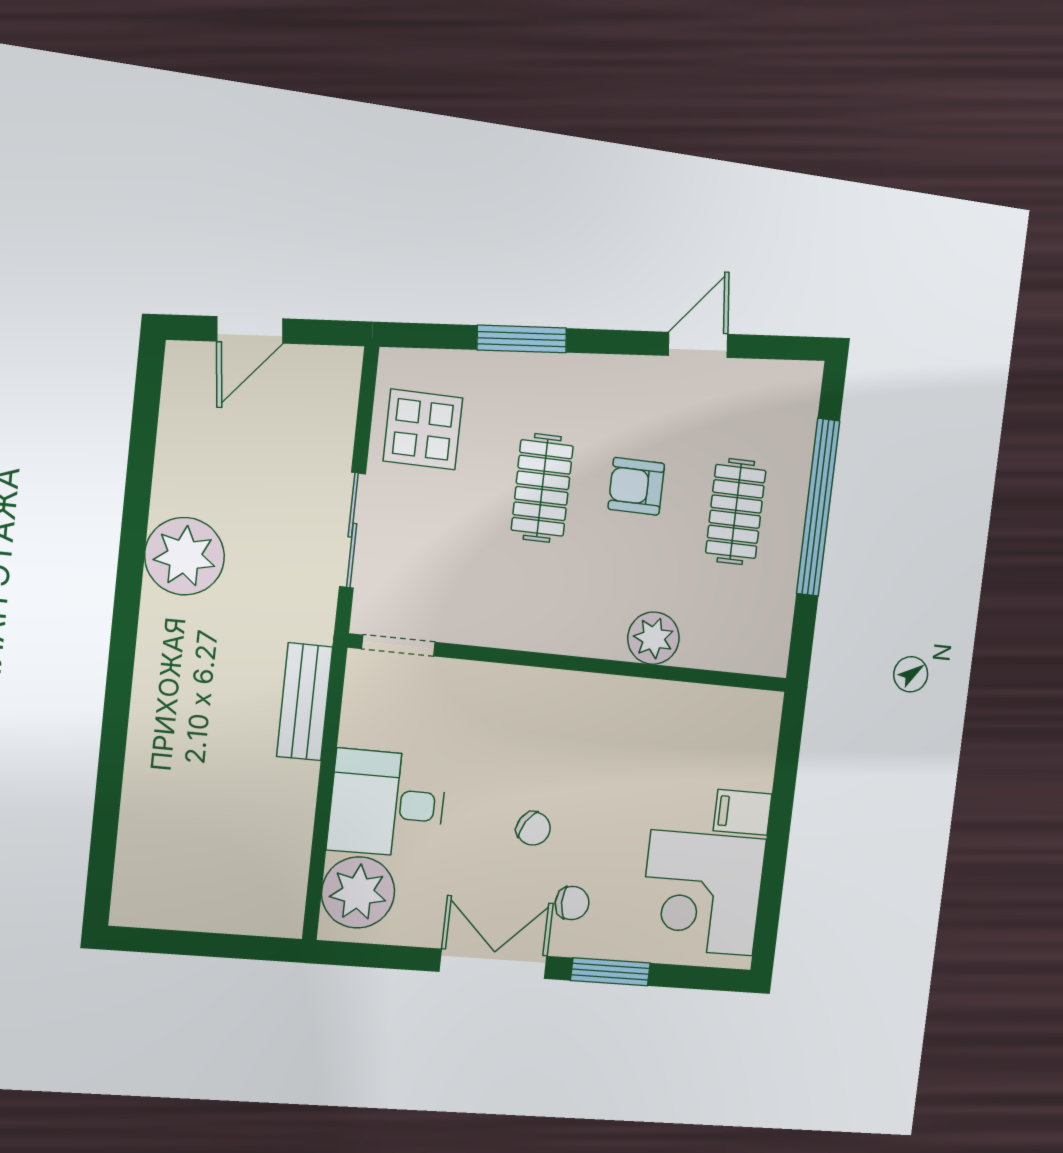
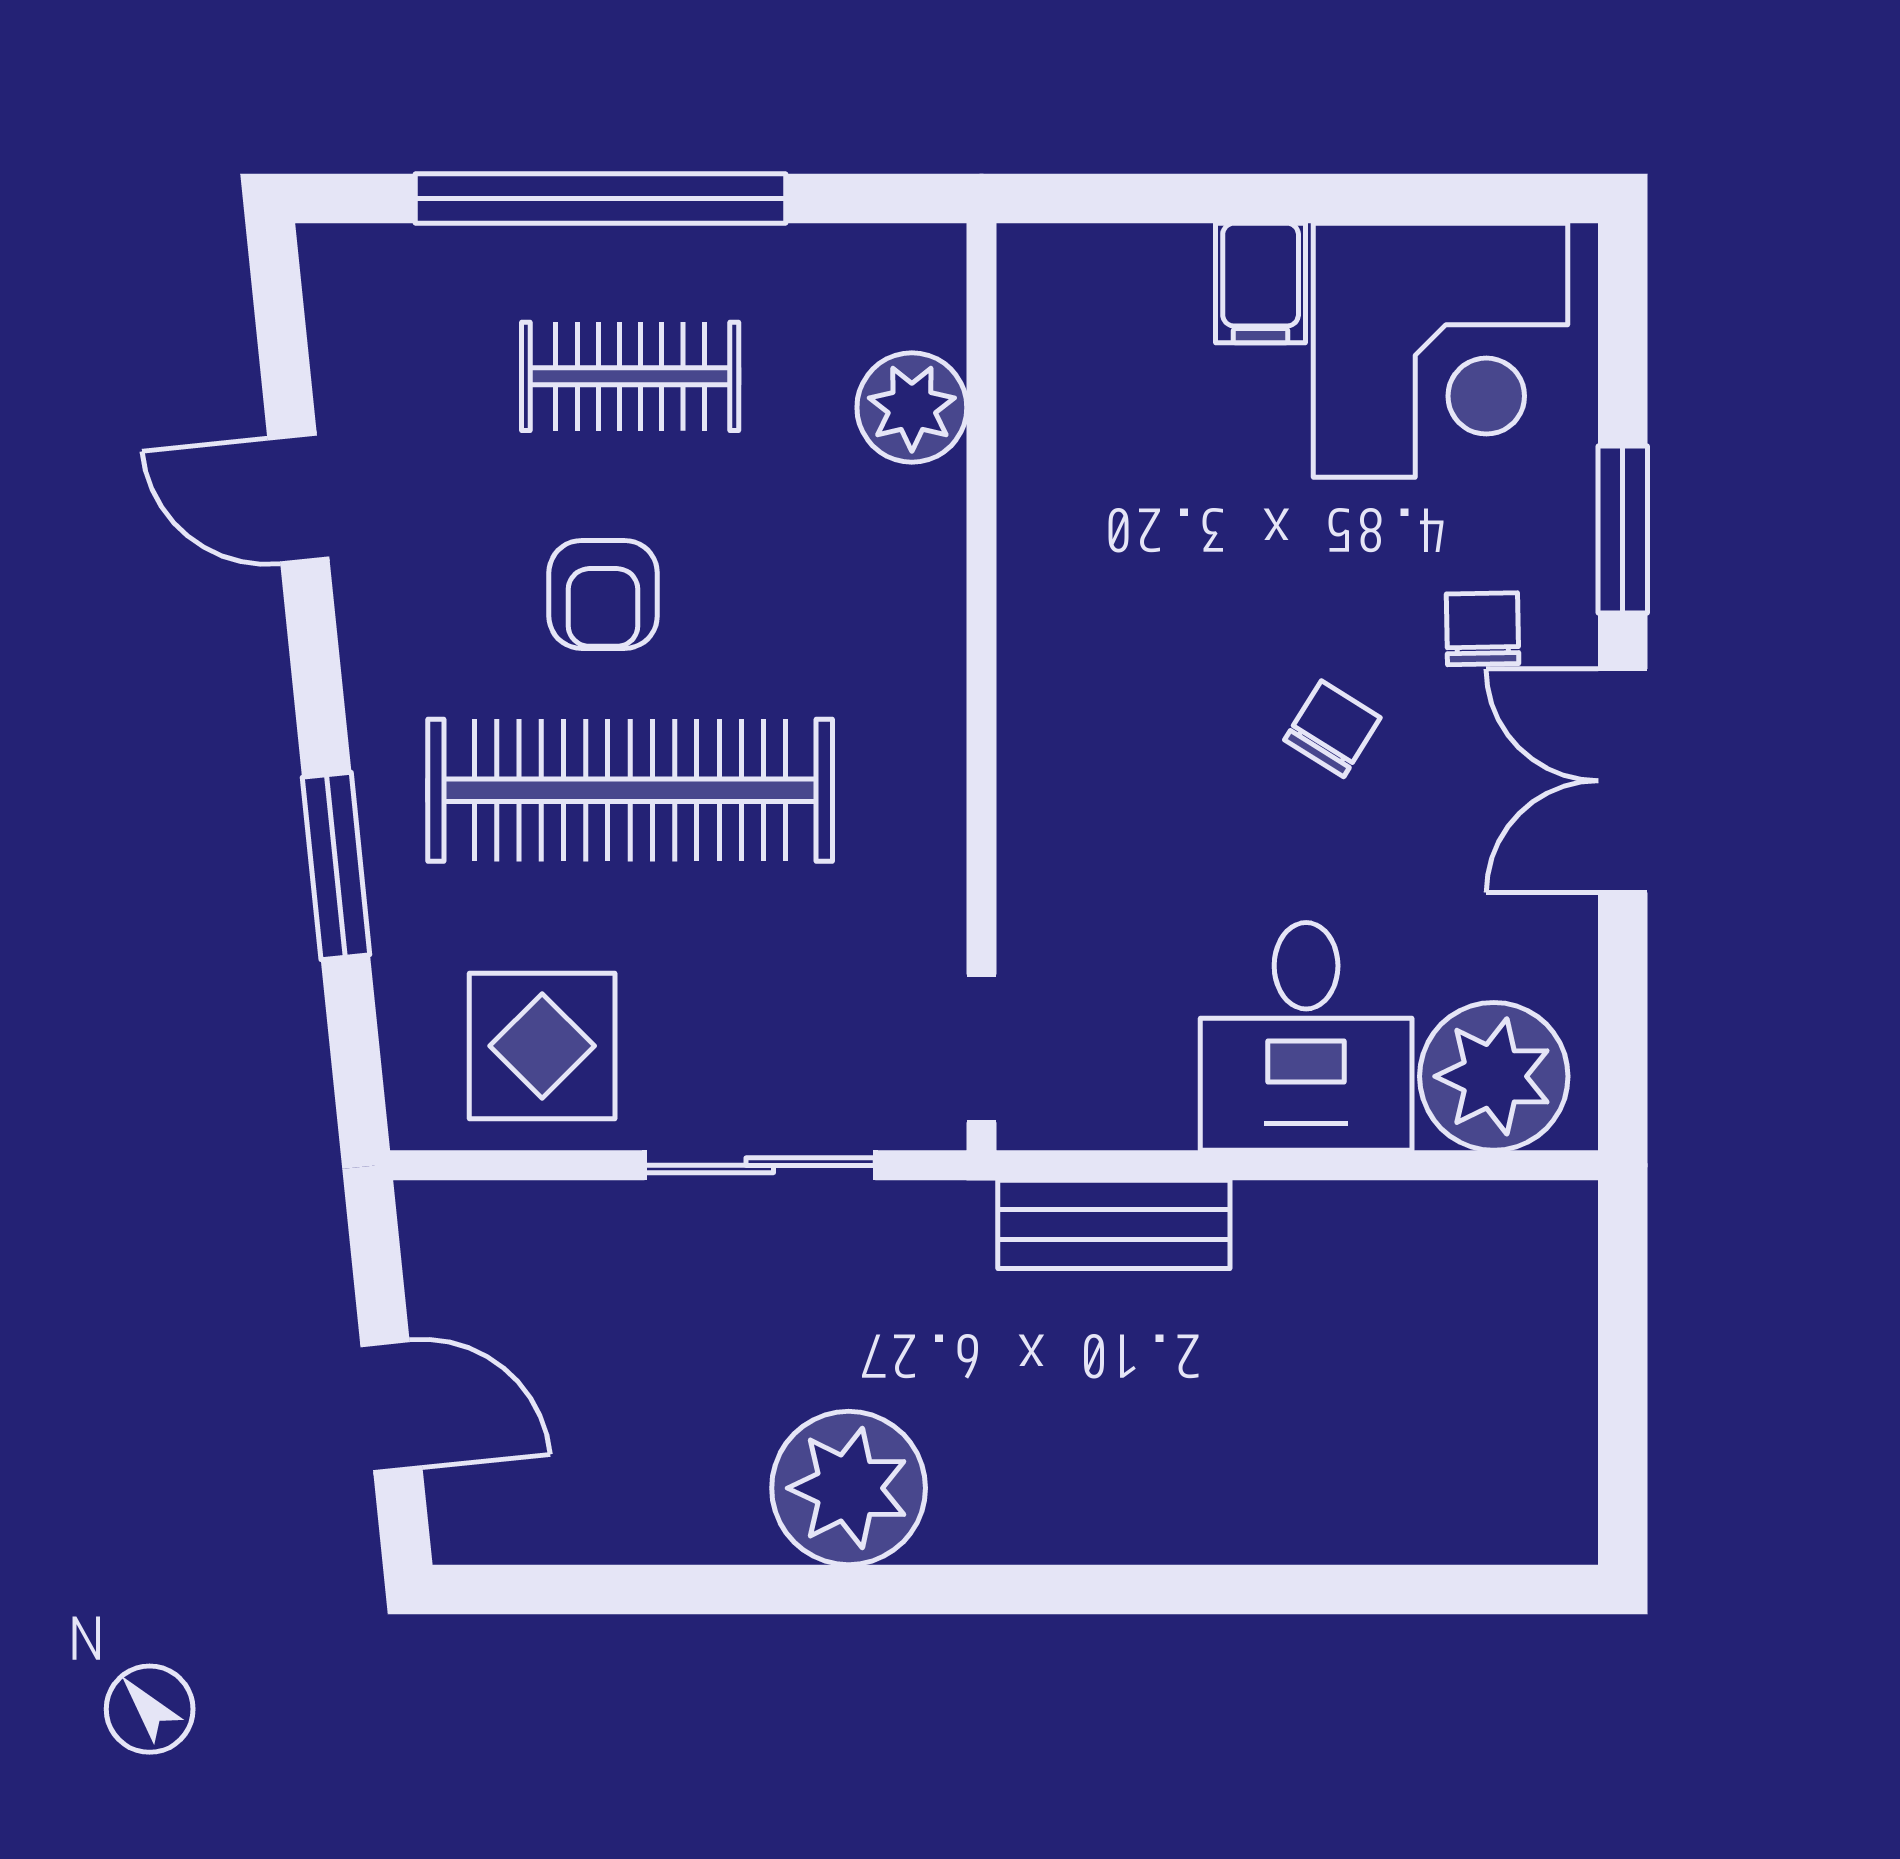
clothes rail: (542, 488) -> (630, 790), width x1.86, depth x1.31
plant: (653, 638) -> (912, 408), moved

